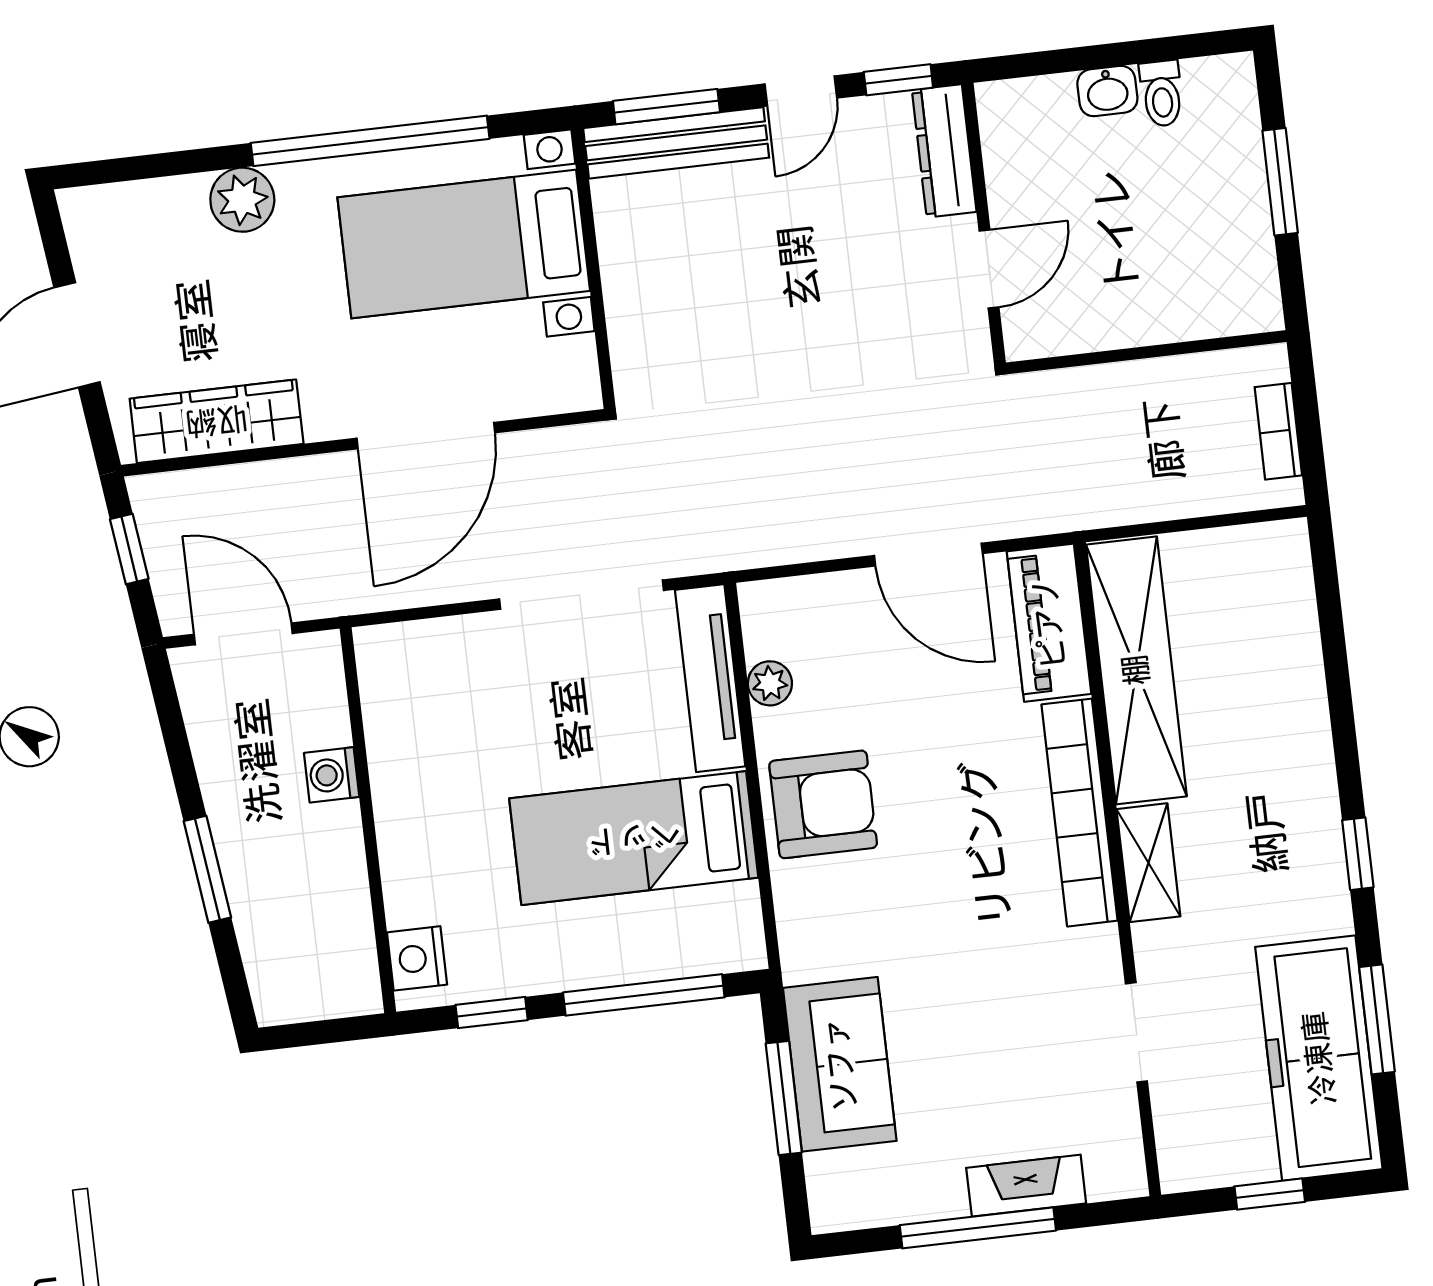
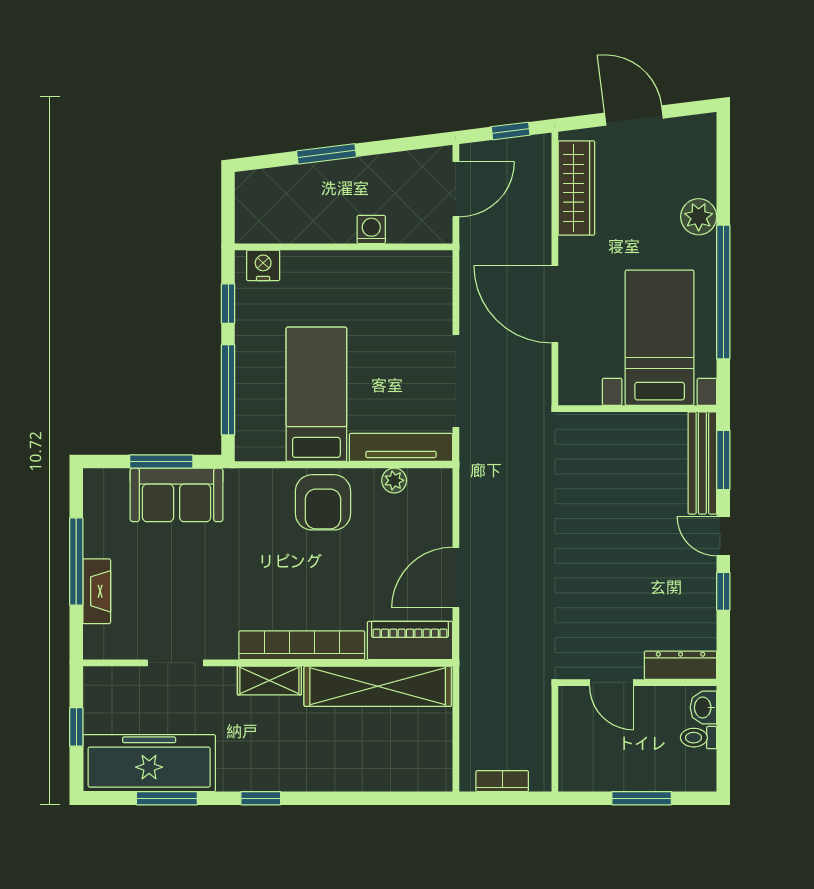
dresser: (944, 151) -> (681, 665), moved
wall: (984, 223) -> (637, 683), moved
door: (989, 269) -> (612, 683), moved

